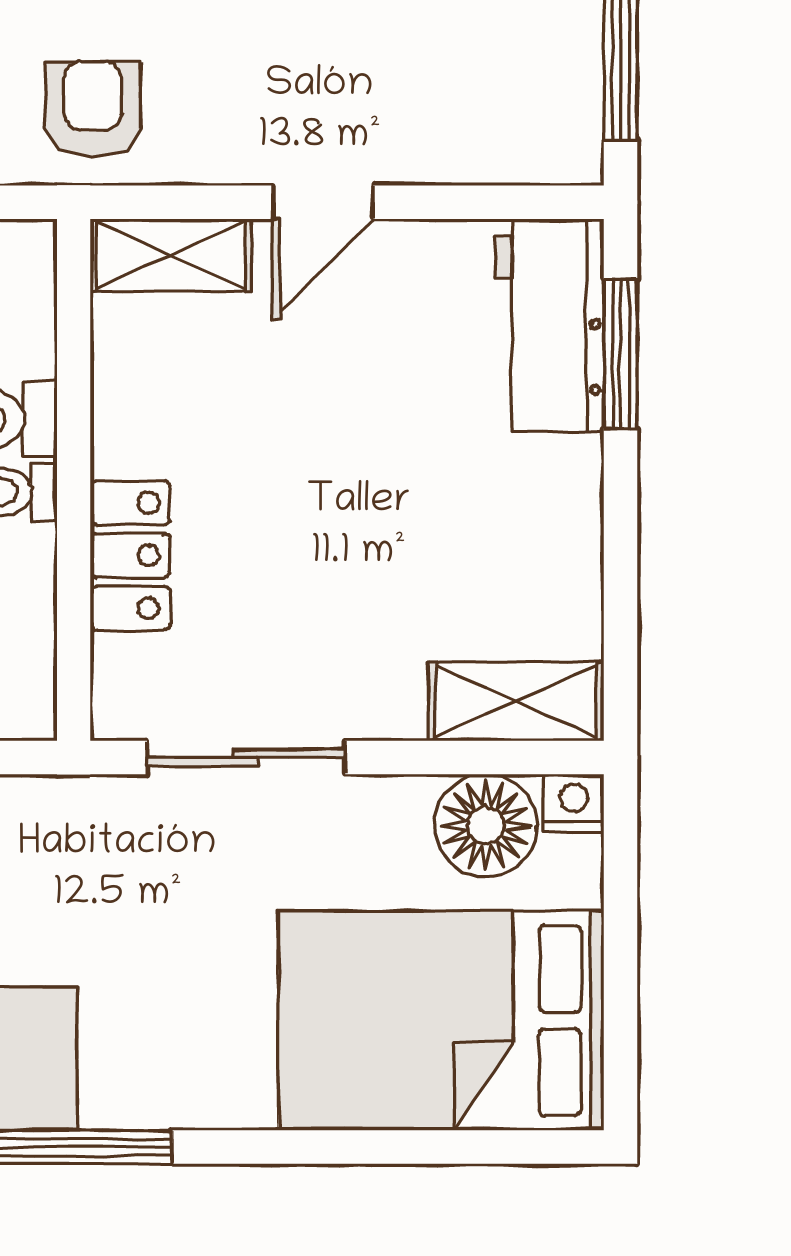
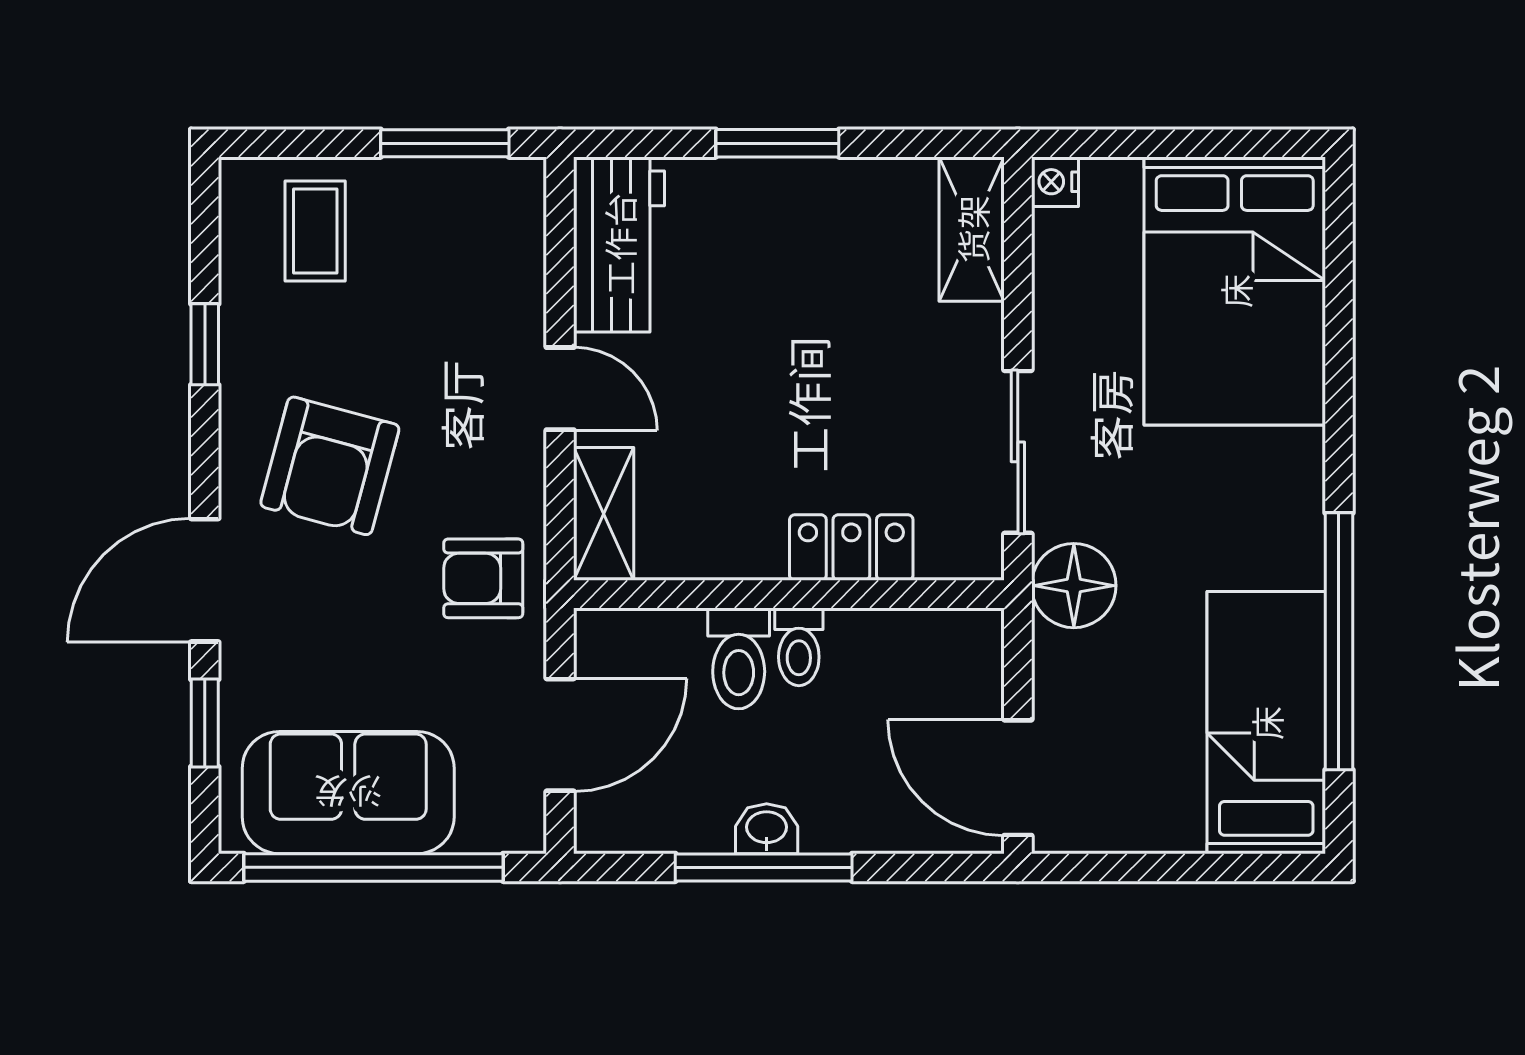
workbench: (549, 325) -> (619, 244), moved, turned -90
window: (621, 354) -> (777, 143), moved
floor lamp: (486, 825) -> (1074, 586), moved

